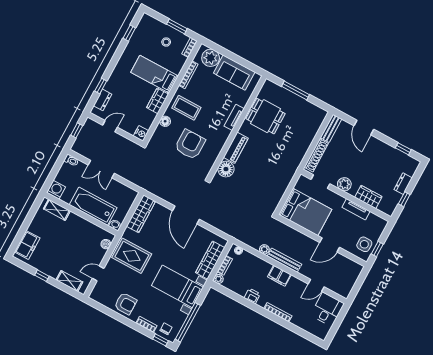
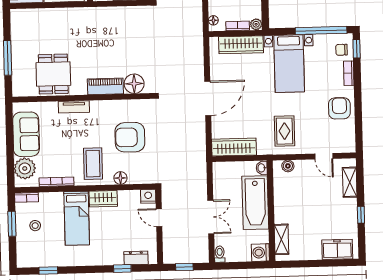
door: (110, 126) -> (159, 218), moved
rug: (132, 256) -> (285, 131), width x0.73, depth x0.70

